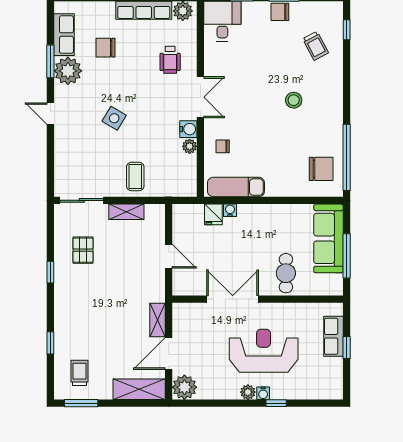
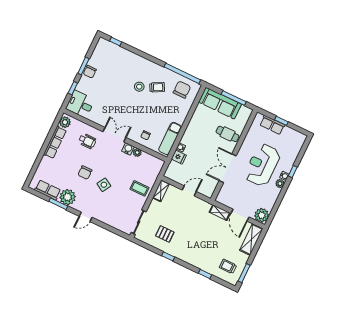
trolley: (316, 46) -> (157, 87), moved
chair: (106, 48) -> (85, 173), moved
shelving: (126, 212) -> (161, 191), moved

